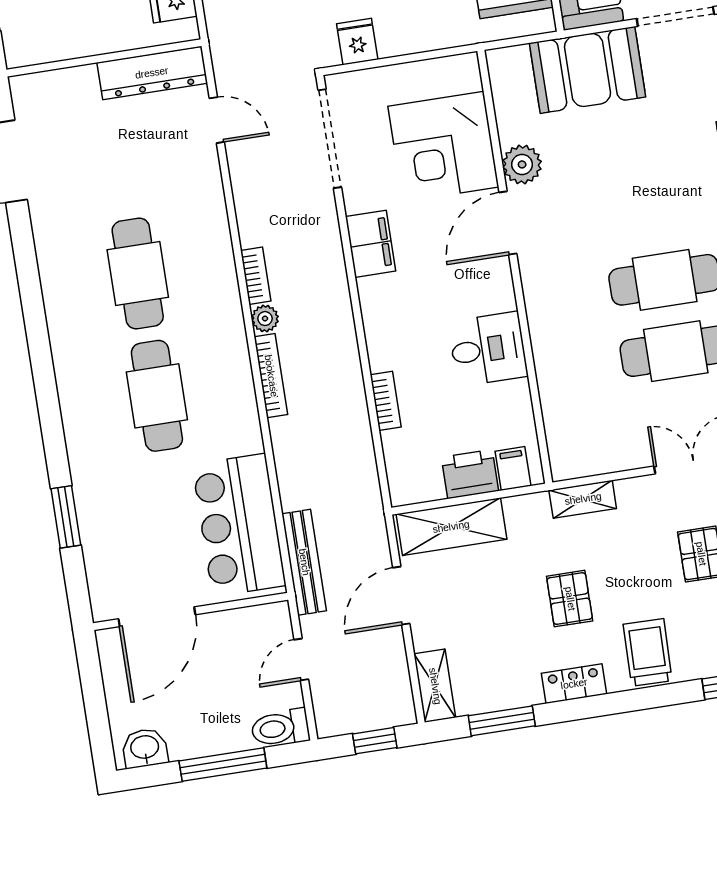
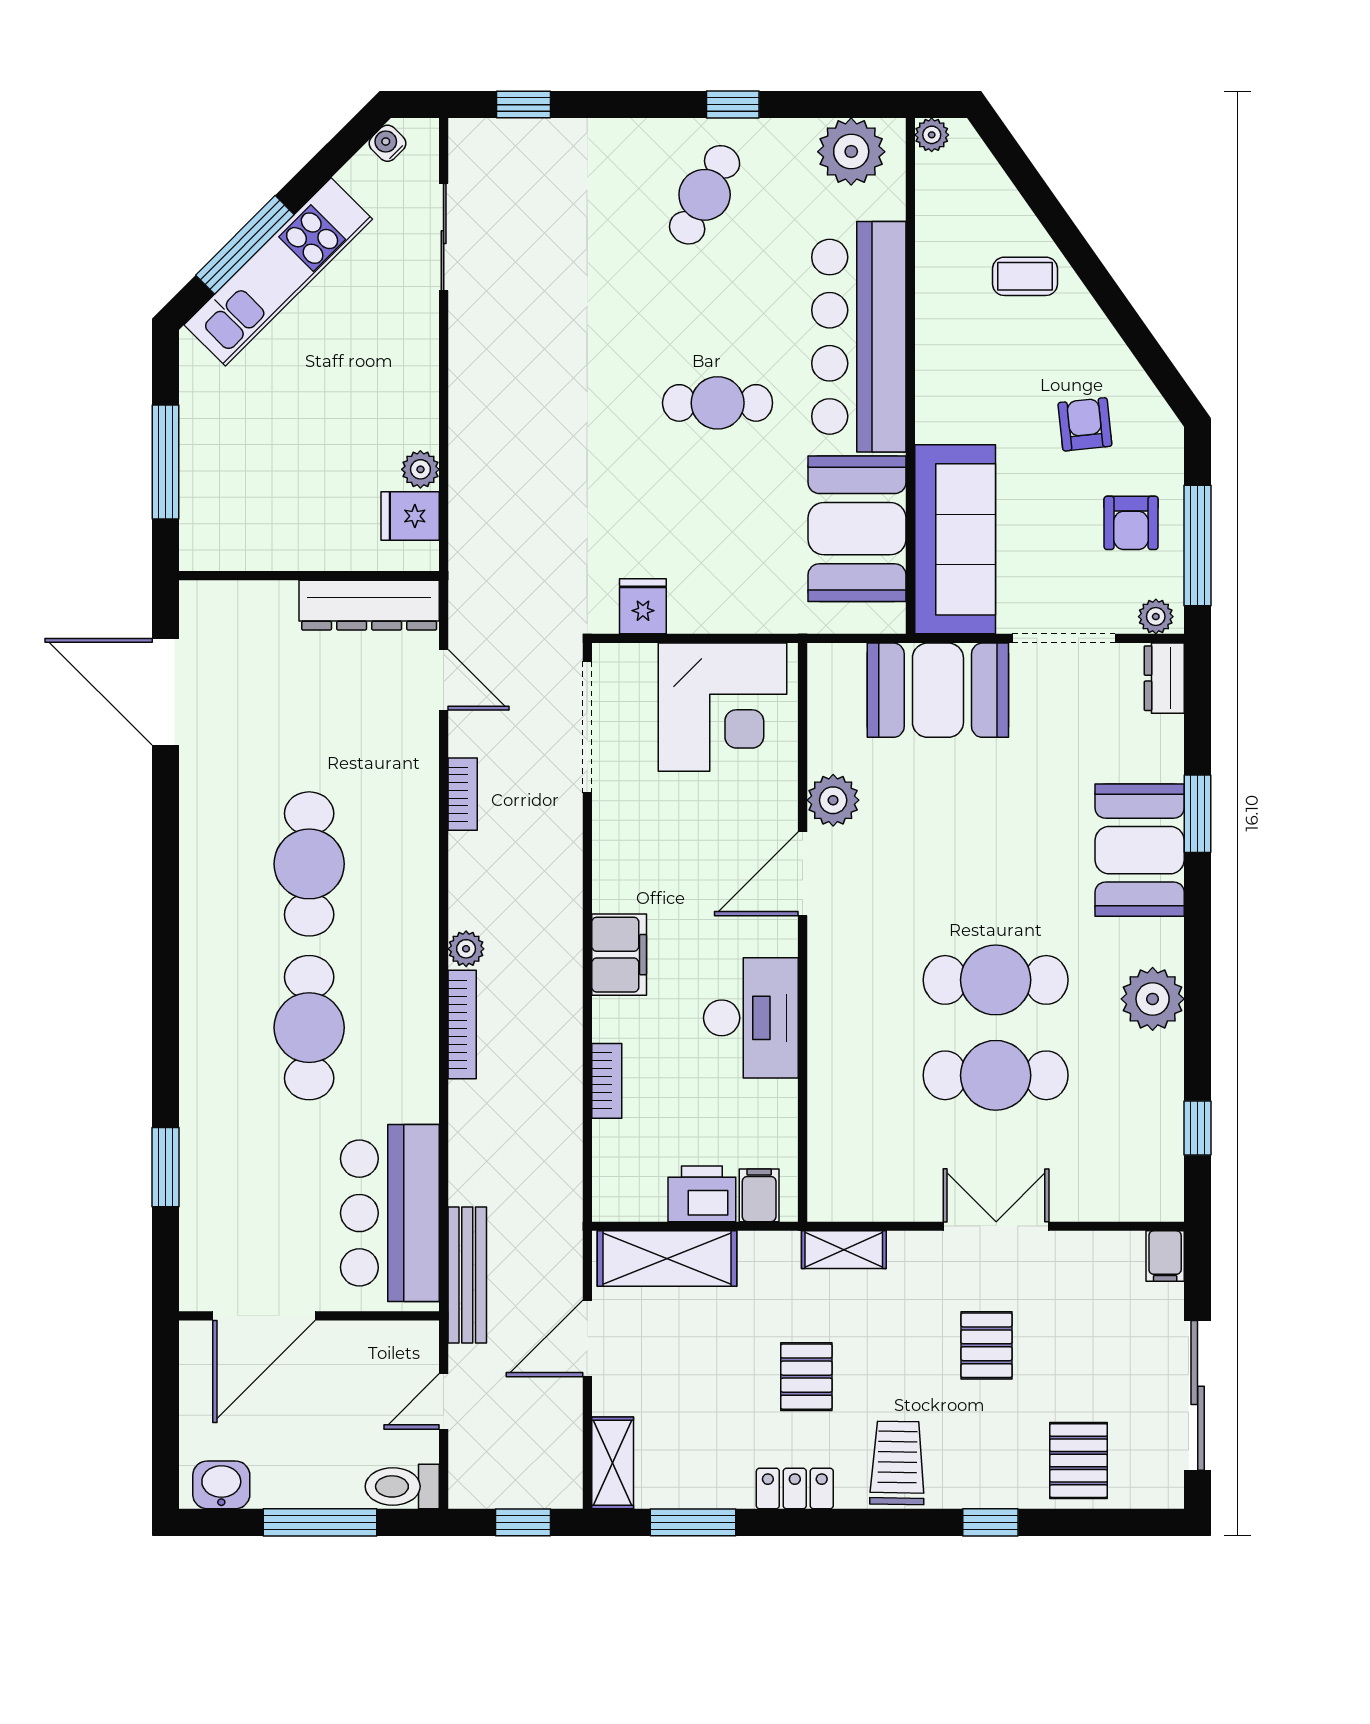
corner desk: (443, 147) -> (722, 707), moved, turned -90
filing cabinet: (370, 244) -> (619, 955), moved
bookcase: (256, 276) -> (463, 794), moved
desk: (488, 349) -> (751, 1018), width x1.37

